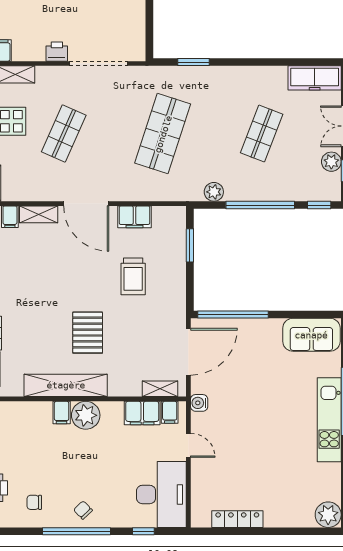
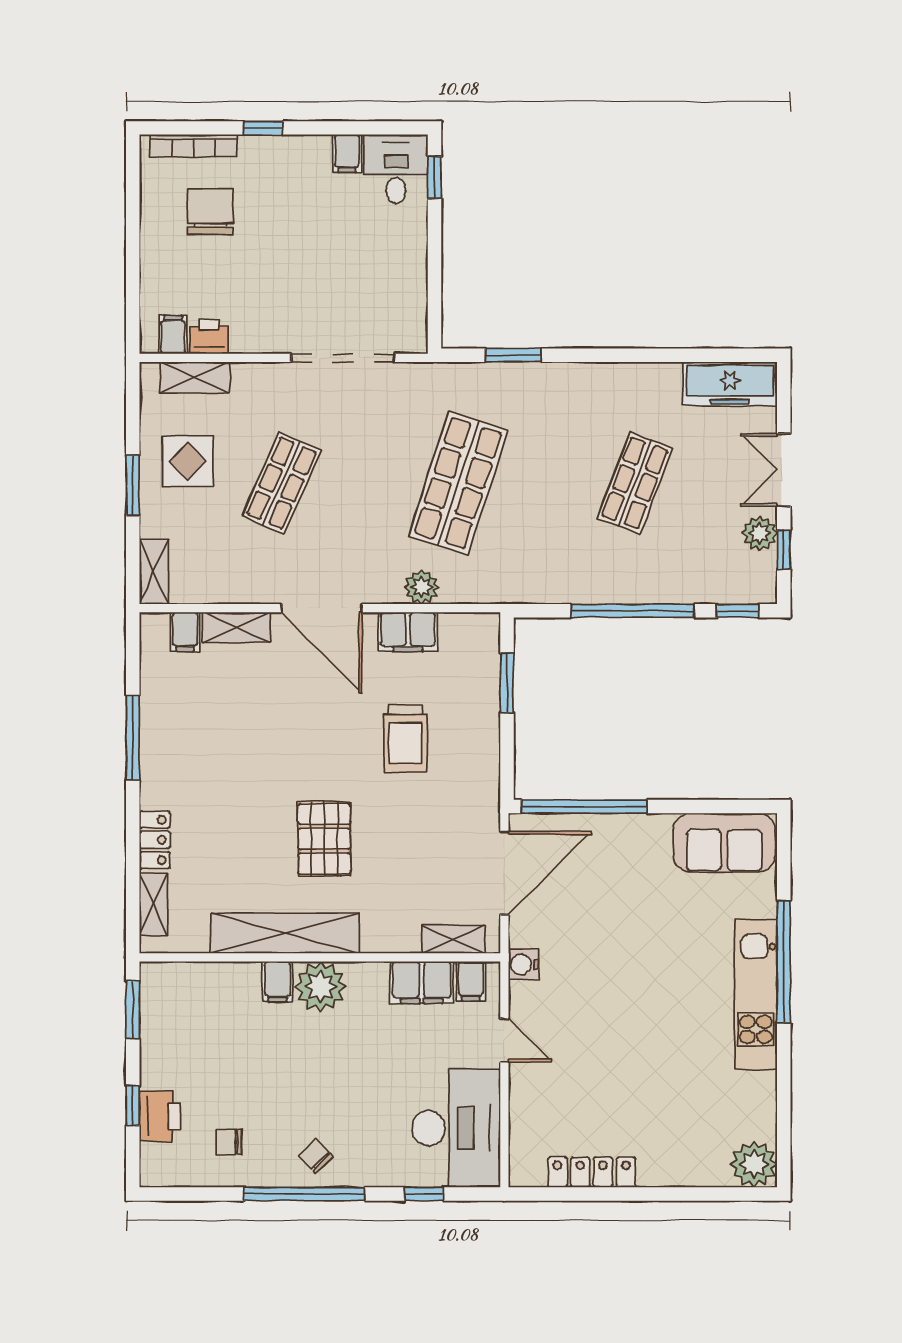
printer: (57, 52) -> (209, 337), moved
plant: (214, 192) -> (422, 587), moved

